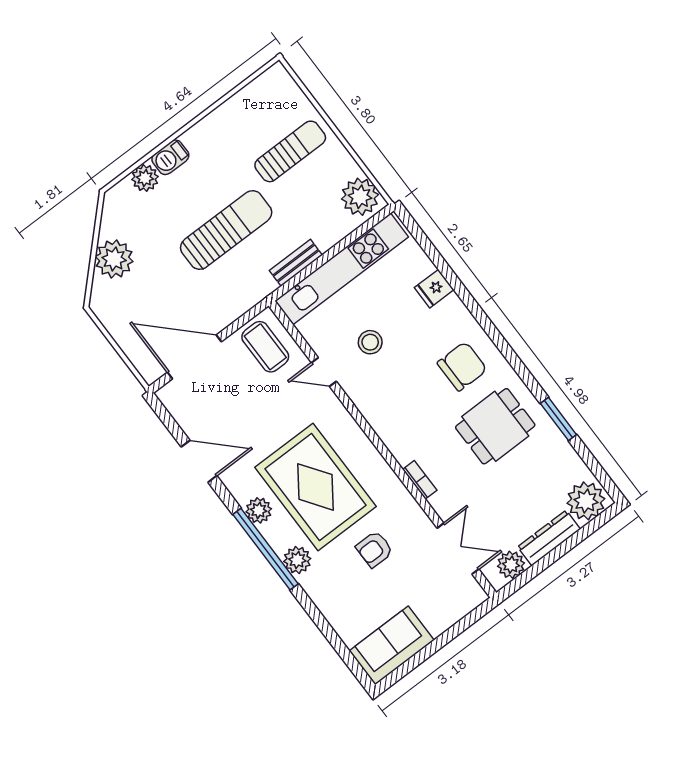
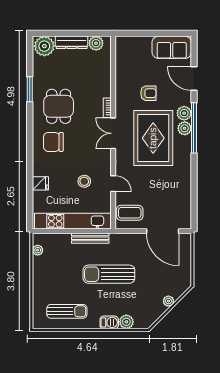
sun lounger: (290, 151) -> (67, 311), moved, turned 180
plant: (360, 197) -> (38, 250), width x0.53, depth x0.53
plant: (114, 259) -> (168, 301), width x0.53, depth x0.53
bench: (296, 263) -> (90, 238), width x1.36
coffee table: (265, 347) -> (130, 213), turned 90
dining table: (495, 426) -> (59, 106), turned 90
door: (199, 461) -> (194, 79), moved
plant: (259, 510) -> (185, 128), moved
double door: (458, 549) -> (113, 133), moved

